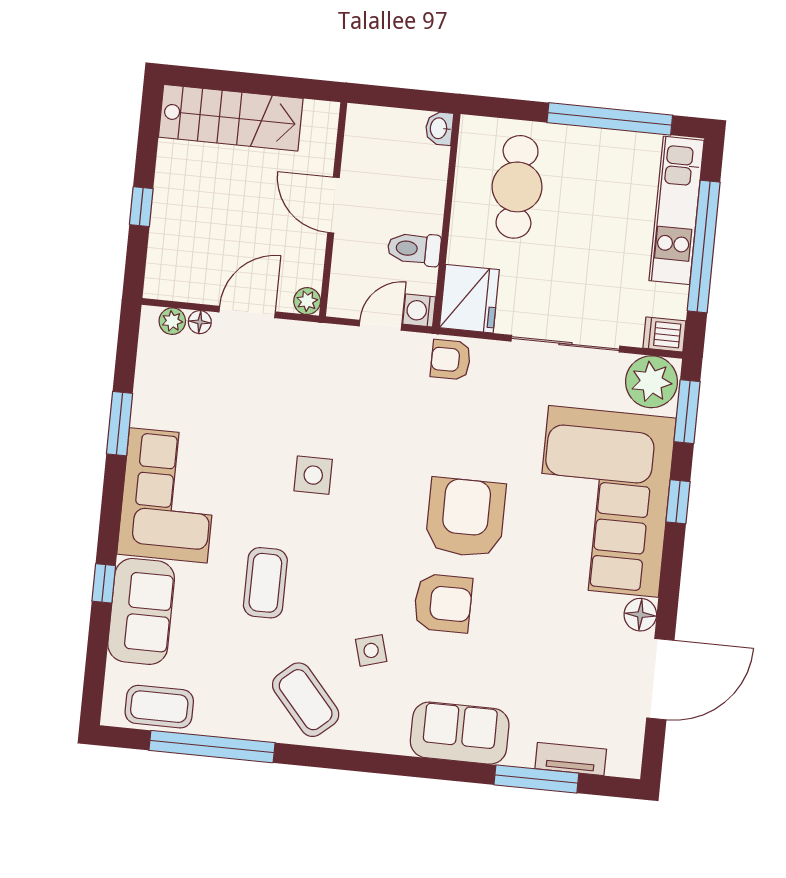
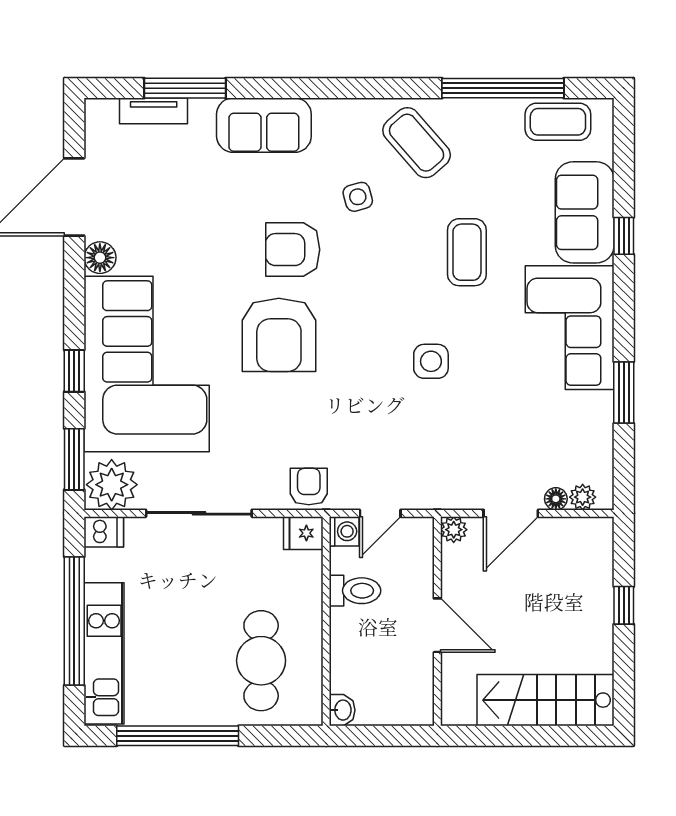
fridge: (469, 299) -> (303, 533), width x0.53, depth x0.75
armchair: (451, 360) -> (309, 487), turned -90

